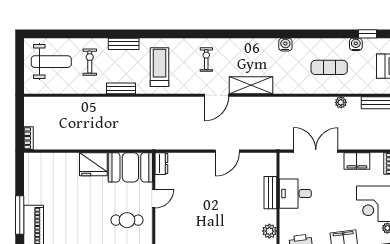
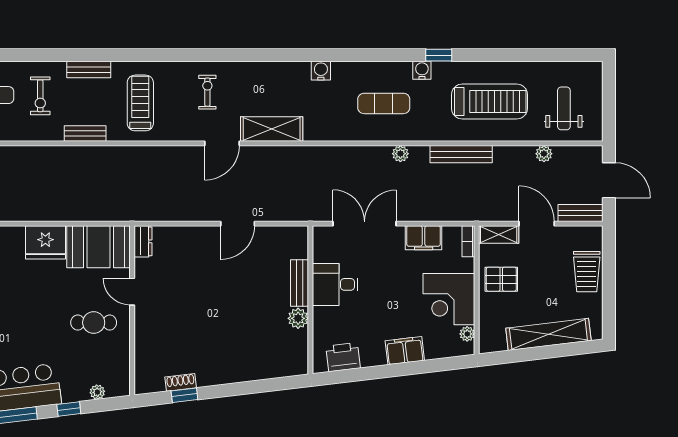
exercise bike: (90, 62) -> (40, 96), turned 180
door: (154, 199) -> (132, 292), swing flipped
plant: (269, 231) -> (298, 318), moved

